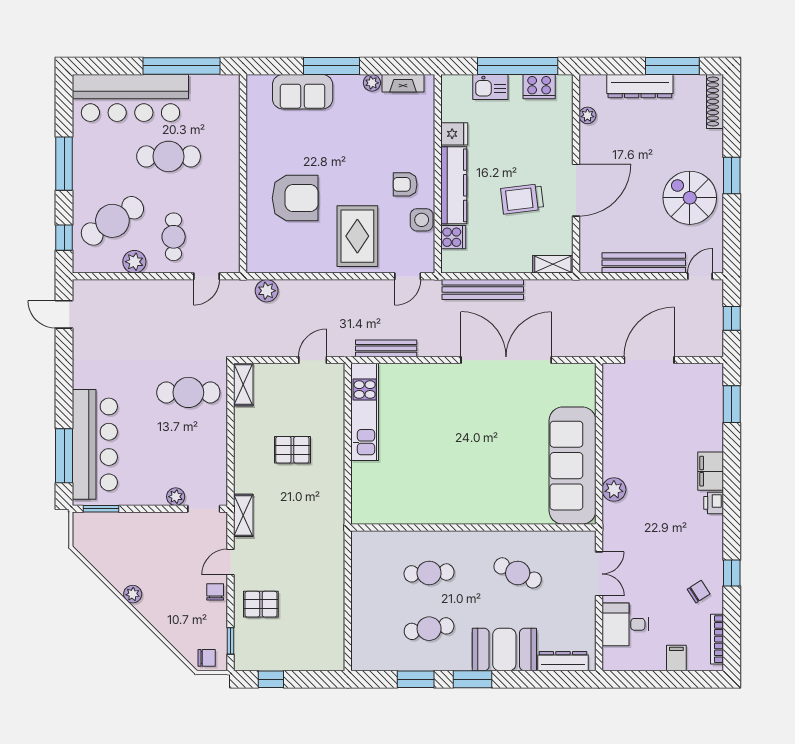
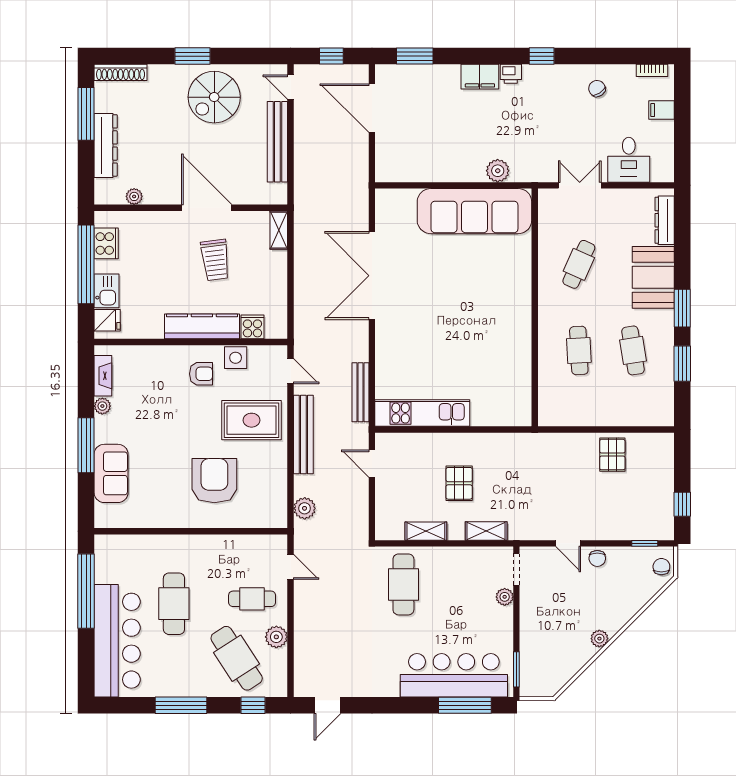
fridge: (454, 134) -> (107, 320), moved, turned 90
armchair: (405, 184) -> (201, 374), turned -90
bench: (483, 290) -> (303, 434), moved
door: (649, 360) -> (372, 108), moved
shelving: (243, 384) -> (426, 531), moved
shelving: (243, 515) -> (486, 531), moved
window: (732, 573) -> (542, 56), moved
chair: (215, 592) -> (597, 558), turned -90
pallet: (261, 604) -> (612, 455), moved
bookcase: (717, 639) -> (652, 70), width x0.64

